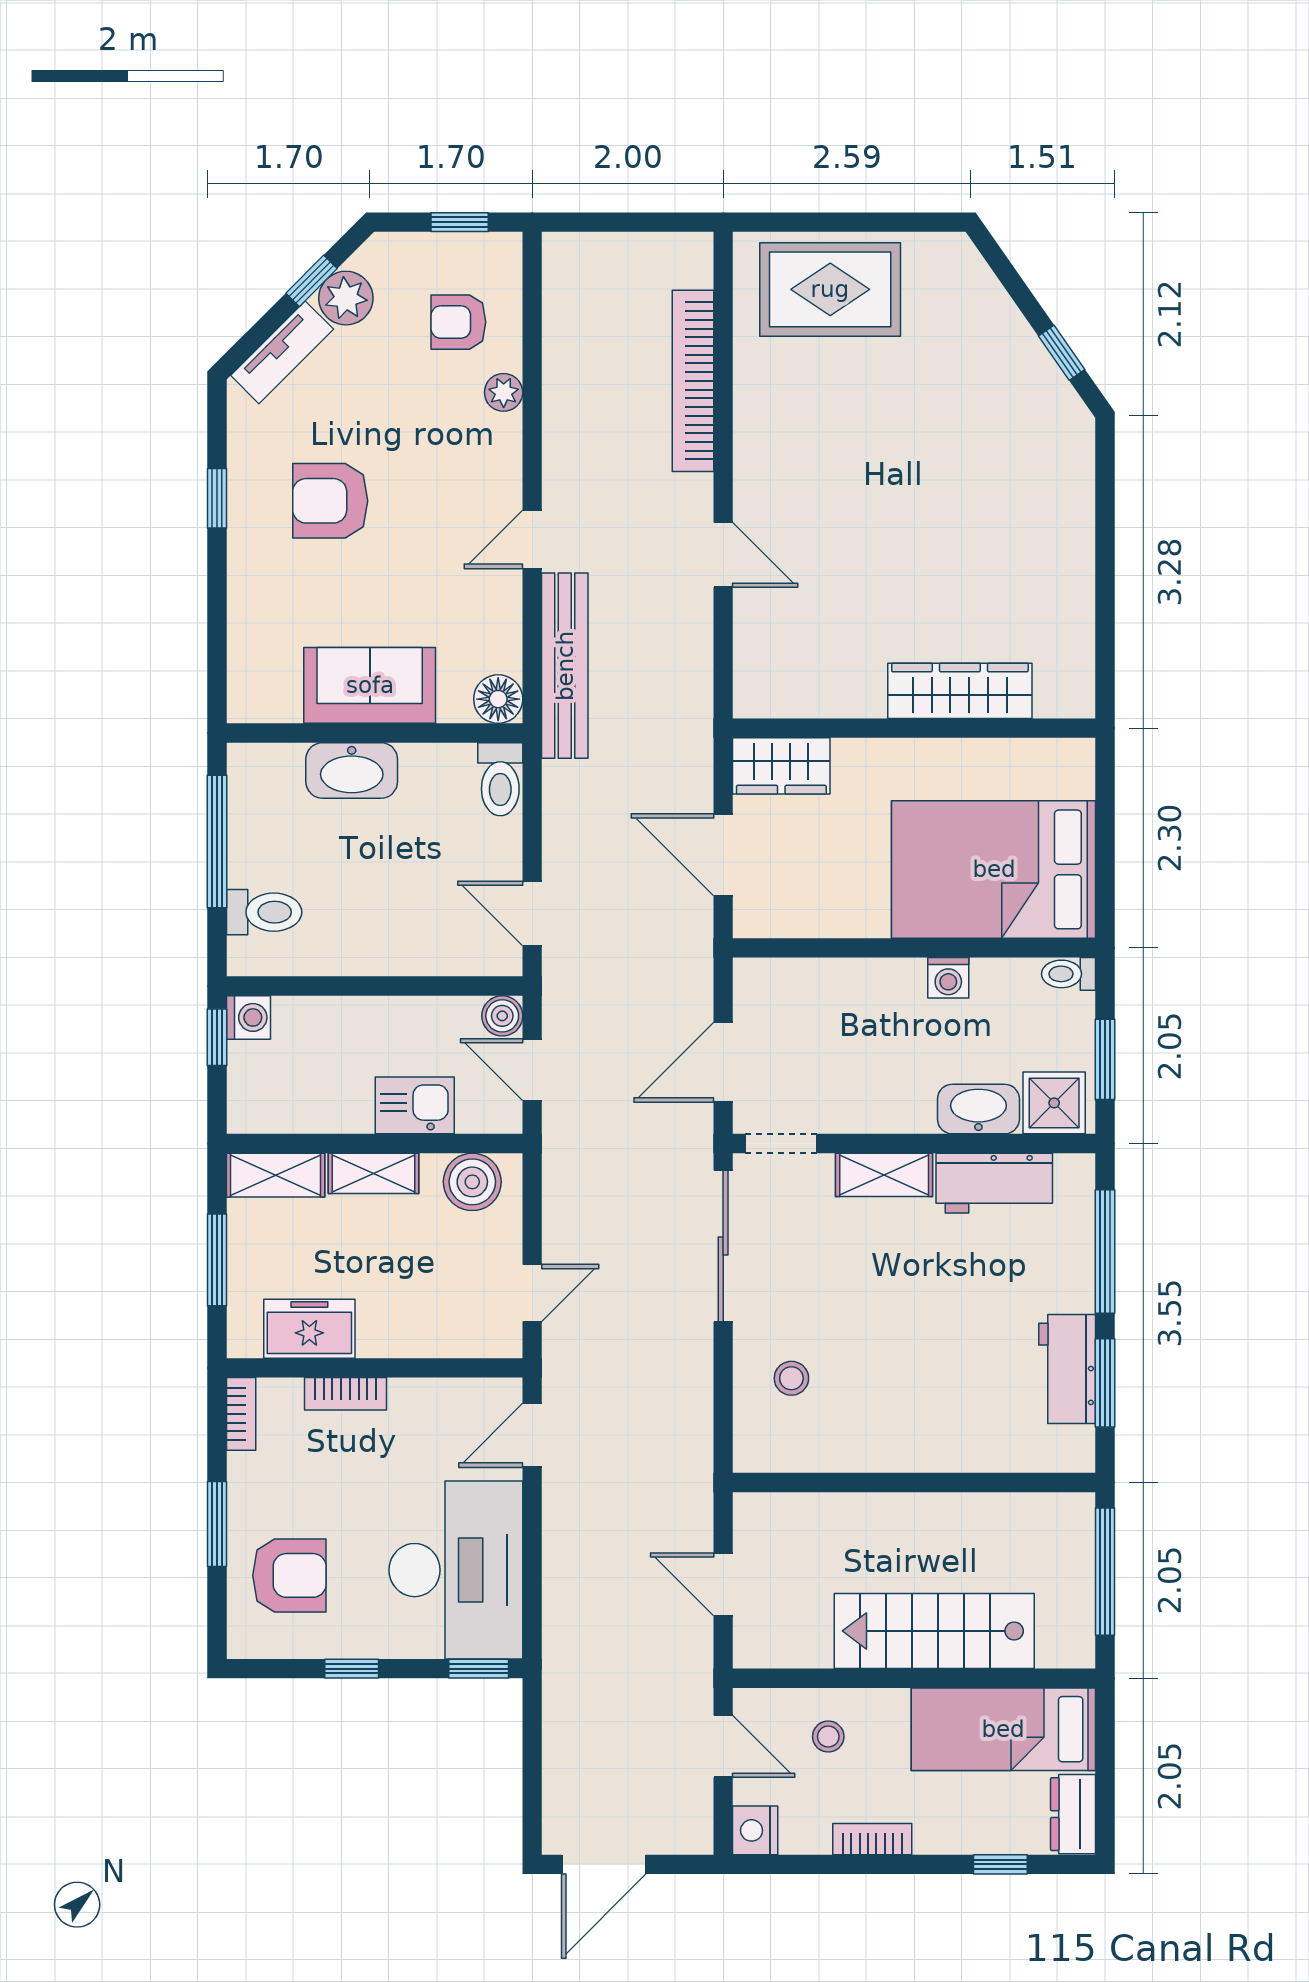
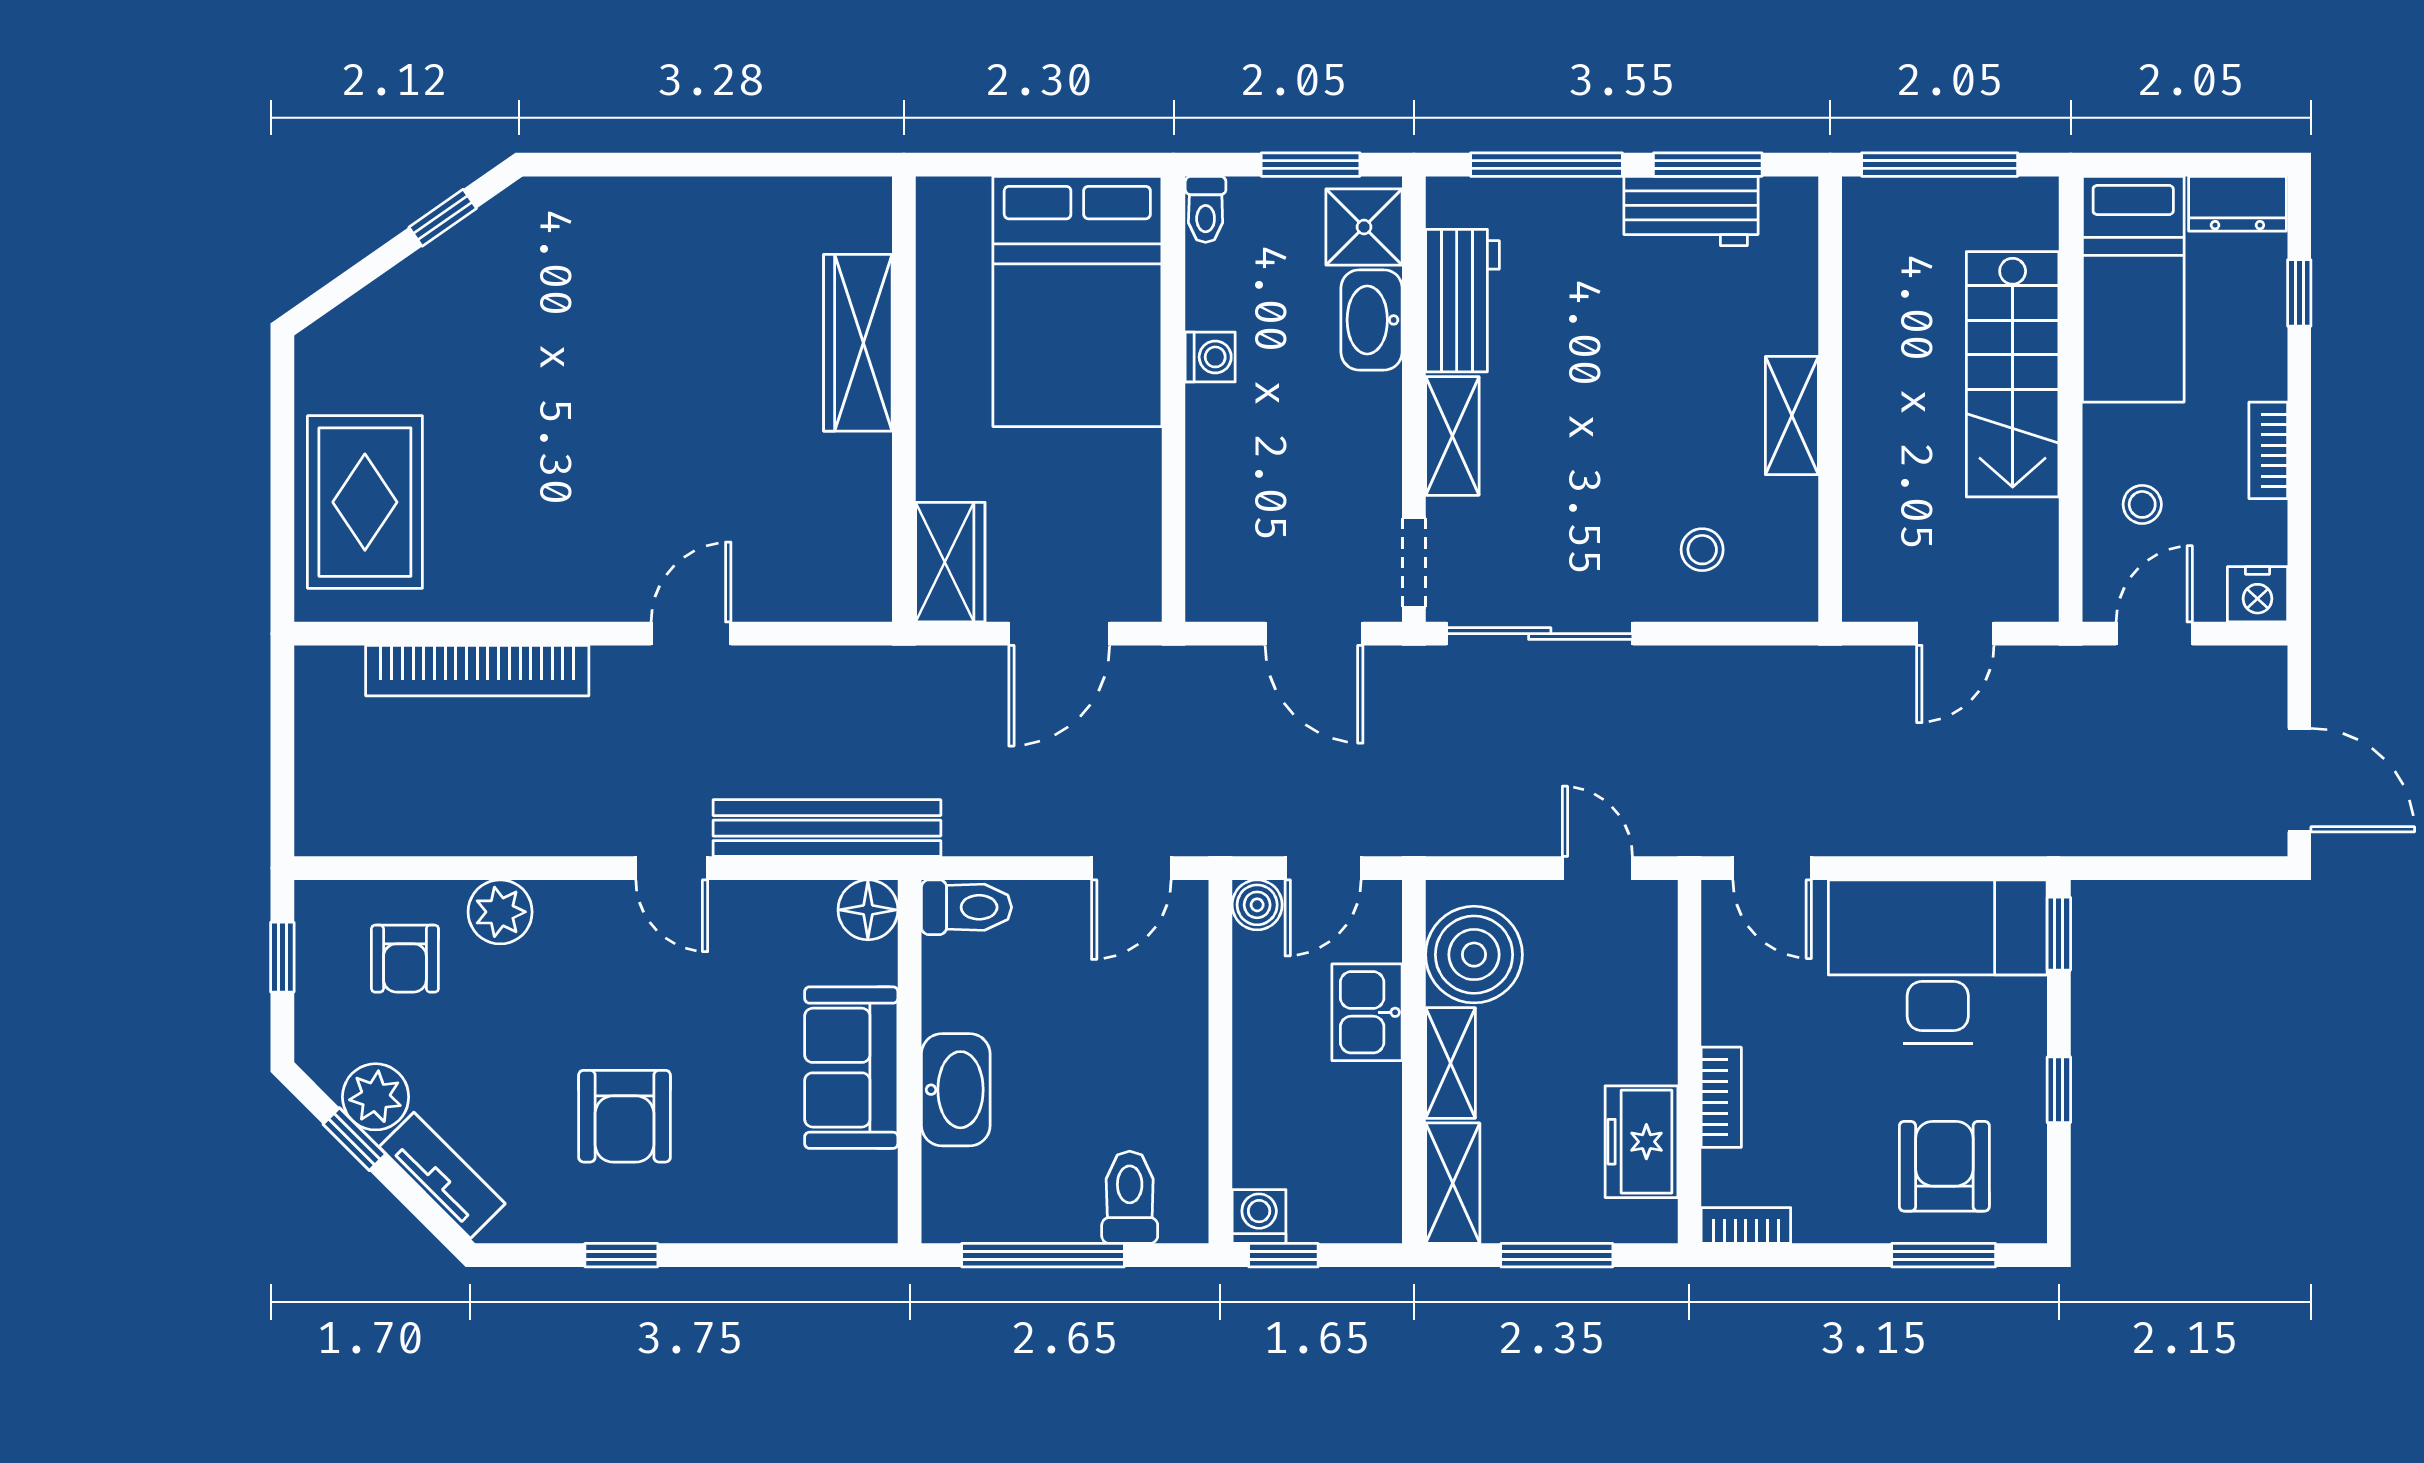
plant: (504, 392) -> (500, 912), width x1.38, depth x1.38
boiler: (472, 1182) -> (1474, 955), width x1.37, depth x1.37
shelving: (901, 1451) -> (1792, 416), added
window: (217, 1524) -> (1944, 1255), moved

